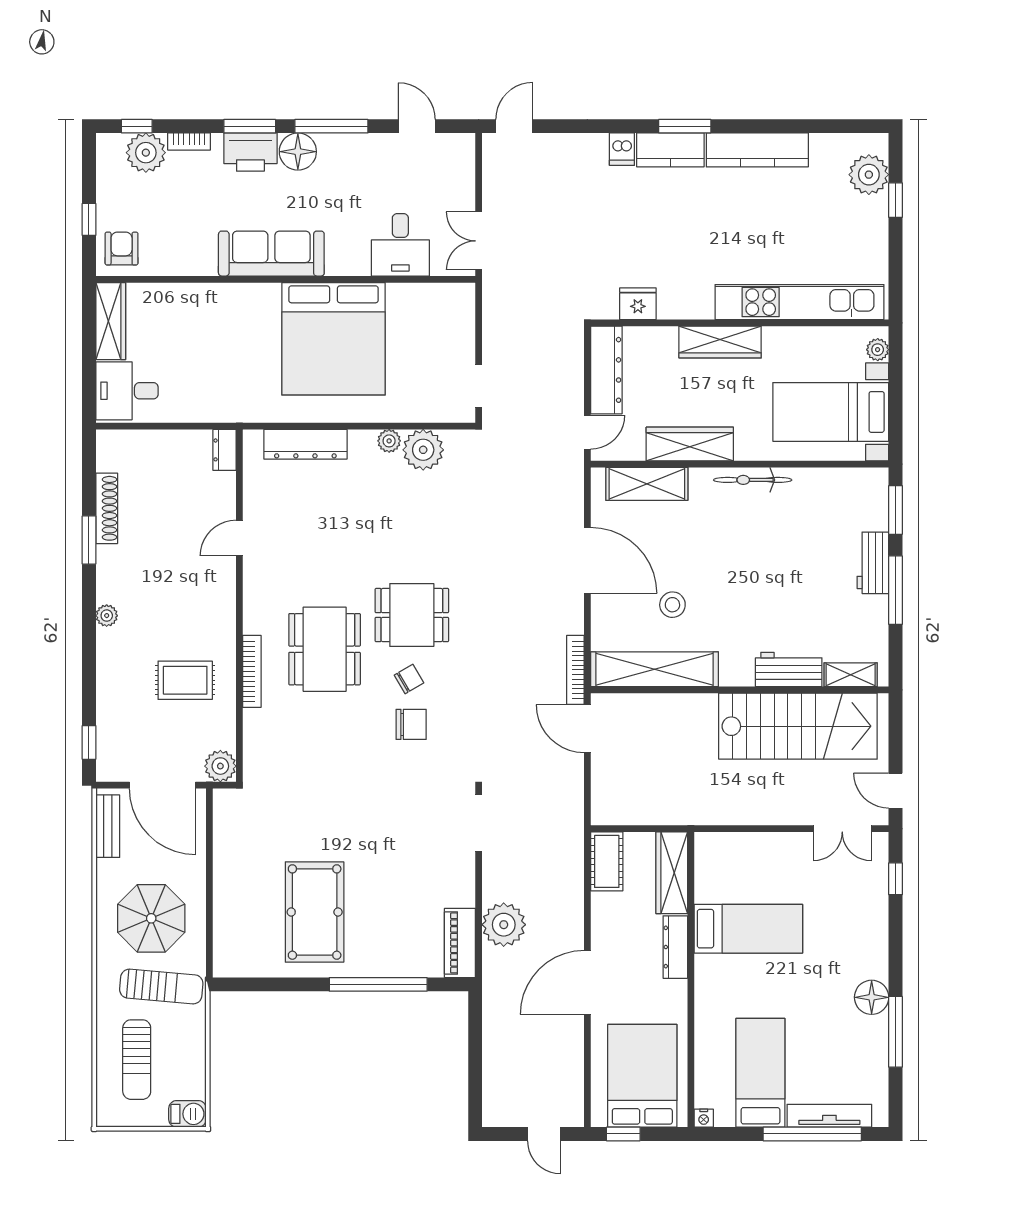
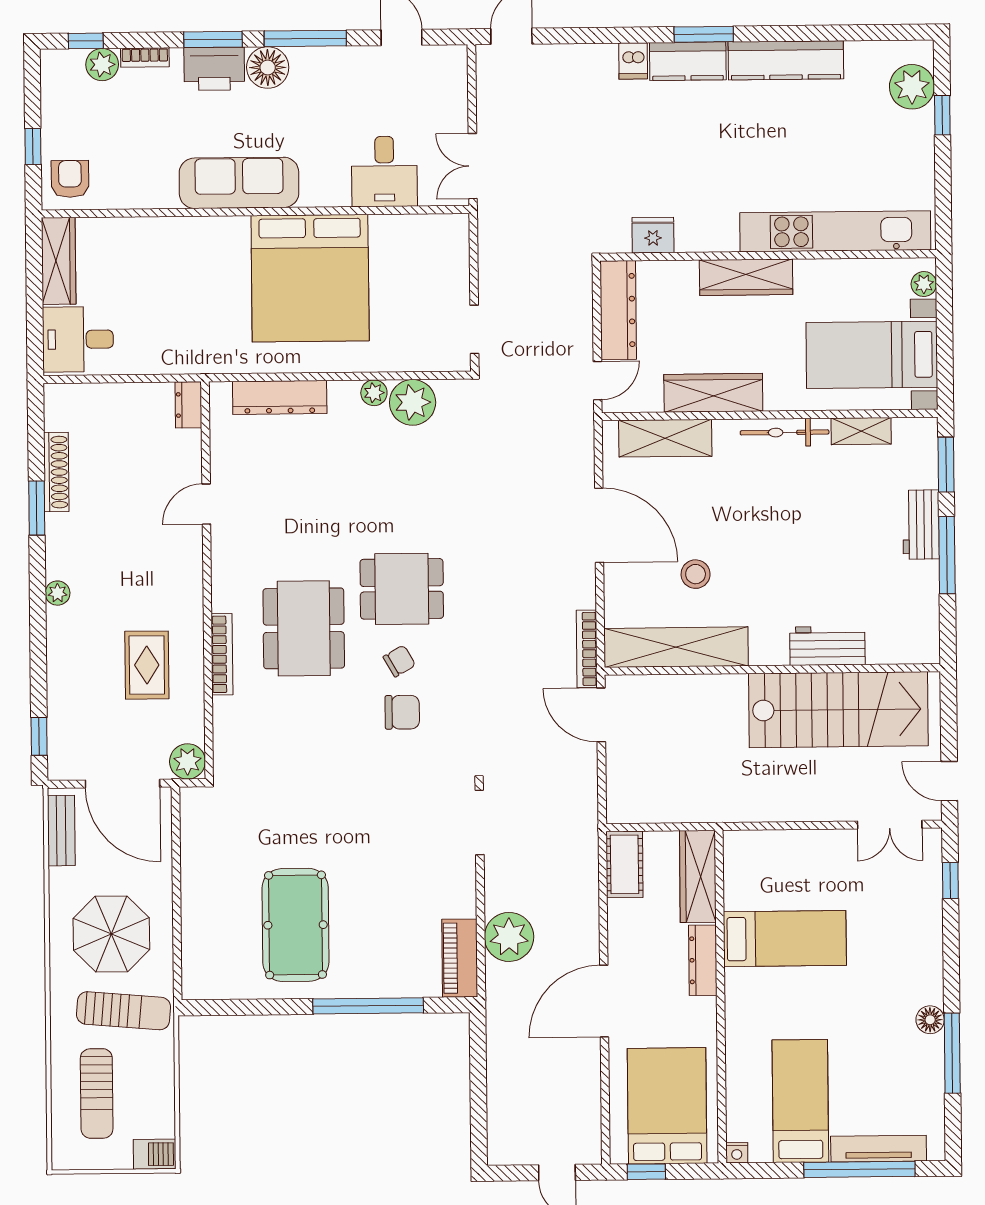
plant: (146, 153) -> (102, 65), width x0.73, depth x0.73
shelving: (851, 675) -> (861, 431), moved
rug: (185, 680) -> (147, 665), turned 90
floor lamp: (872, 997) -> (930, 1020), width x0.73, depth x0.73

